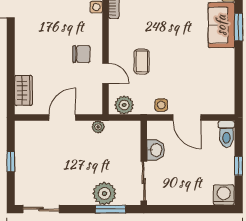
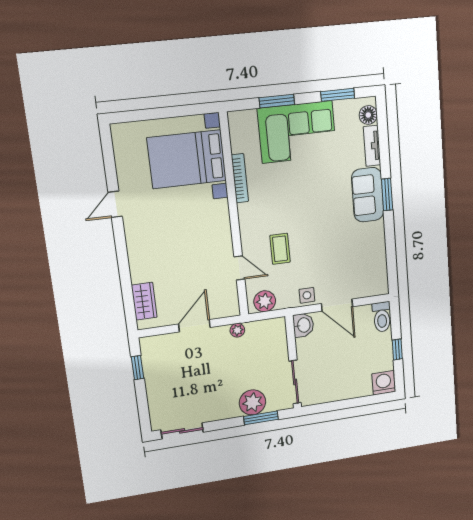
chair: (81, 54) -> (208, 249), removed
washbasin: (156, 150) -> (303, 325), moved
window: (11, 161) -> (138, 368), moved

